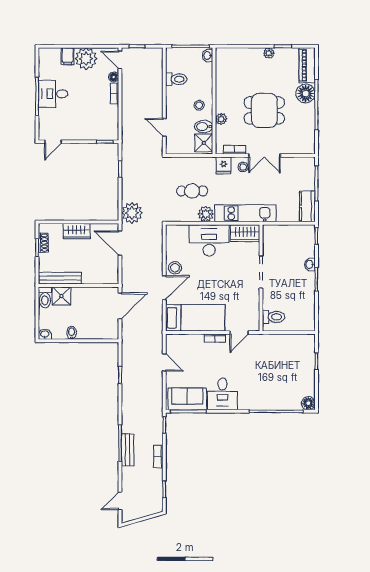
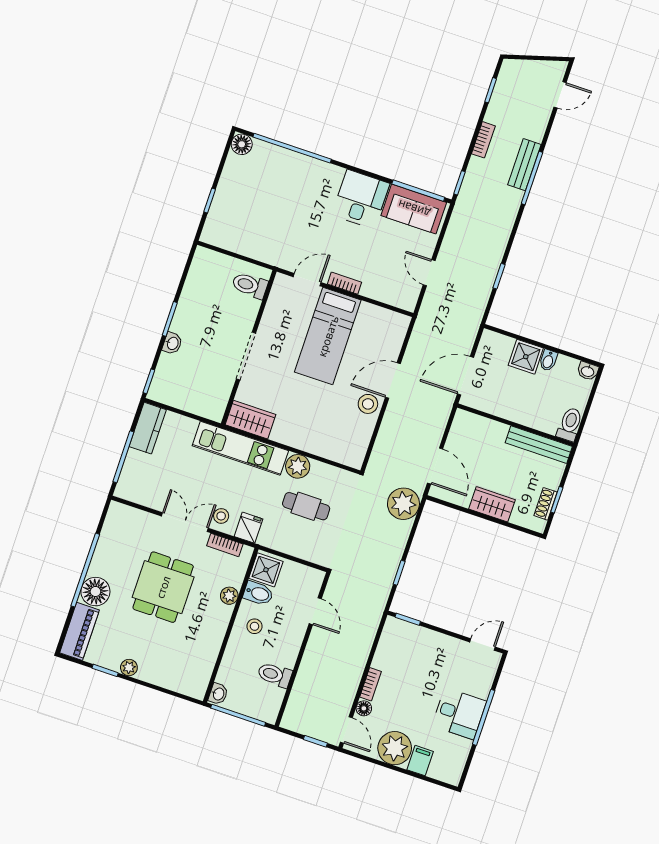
dining table: (264, 110) -> (163, 587), turned 90
desk: (209, 240) -> (306, 427), removed
shower: (61, 296) -> (526, 357), moved
bed: (195, 318) -> (328, 336), moved, turned -90

